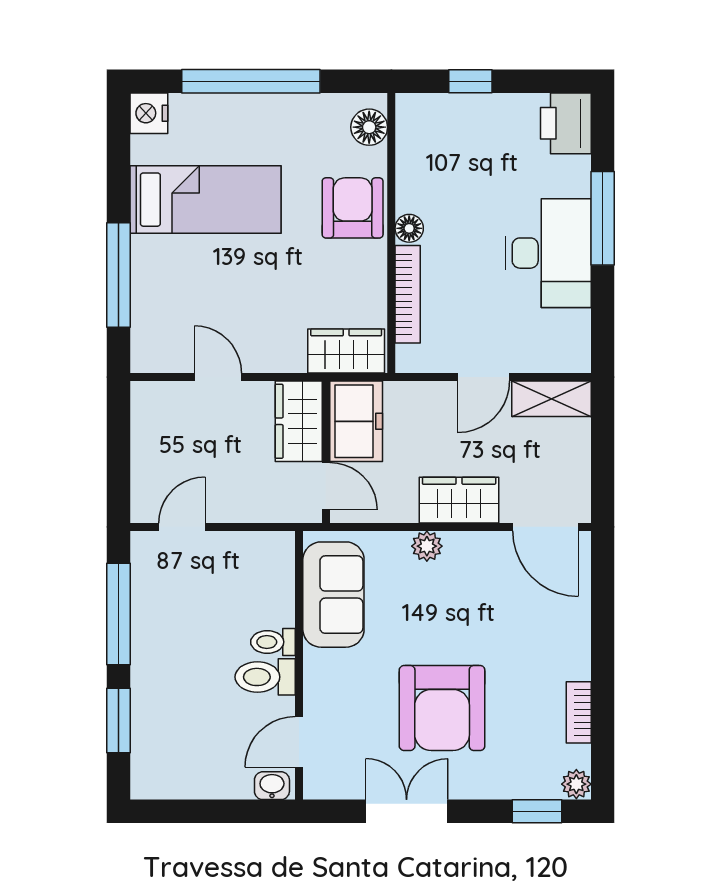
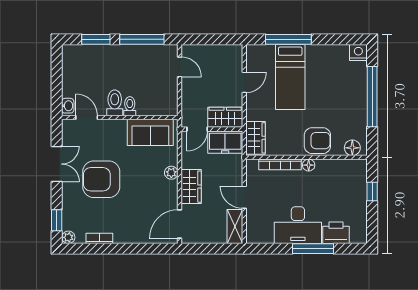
printer: (566, 123) -> (336, 233), moved
bed: (205, 200) -> (290, 77), moved

